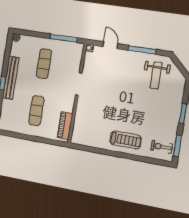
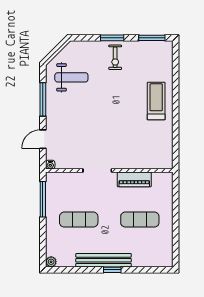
piano: (65, 126) -> (134, 179), moved
exercise bike: (162, 147) -> (115, 57), moved

